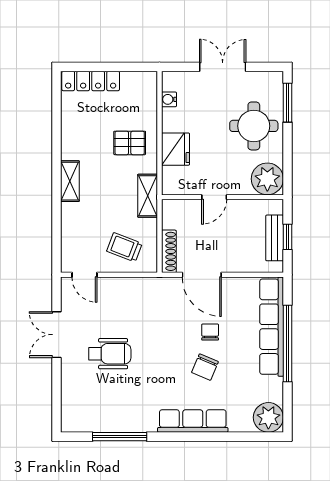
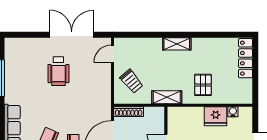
fridge: (175, 149) -> (216, 116), moved
trolley: (124, 247) -> (131, 81), turned 119
double door: (57, 335) -> (72, 35), width x1.37

